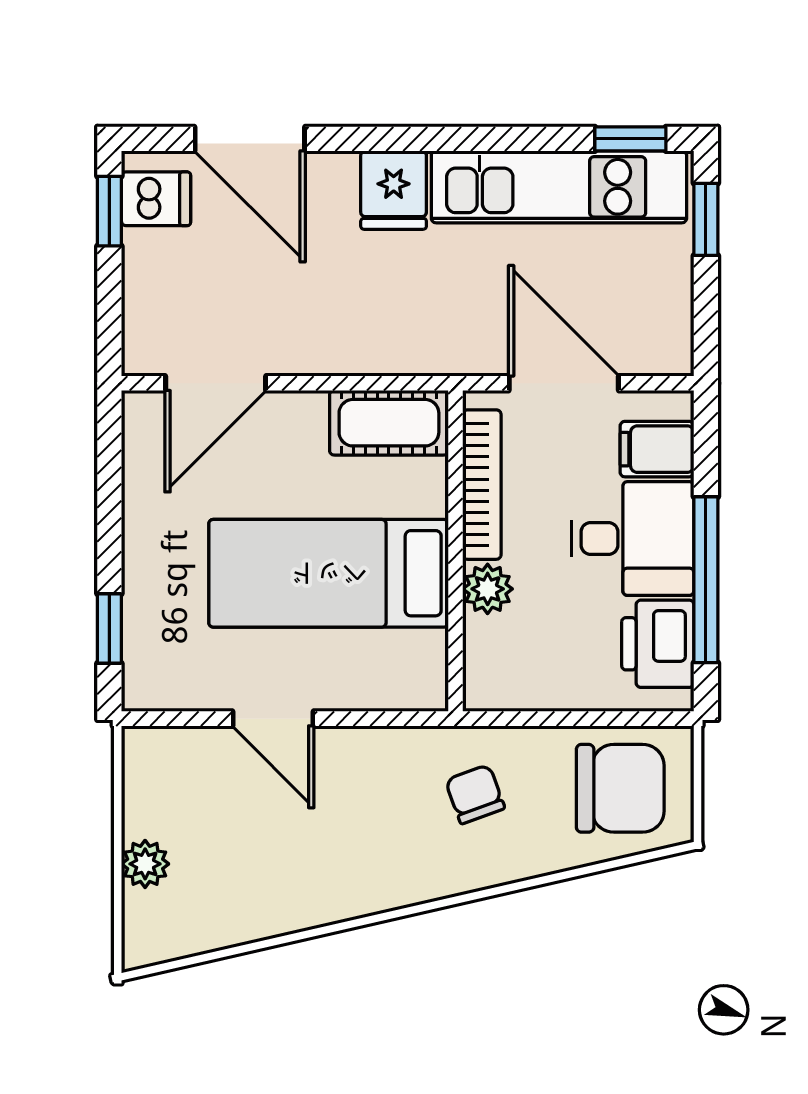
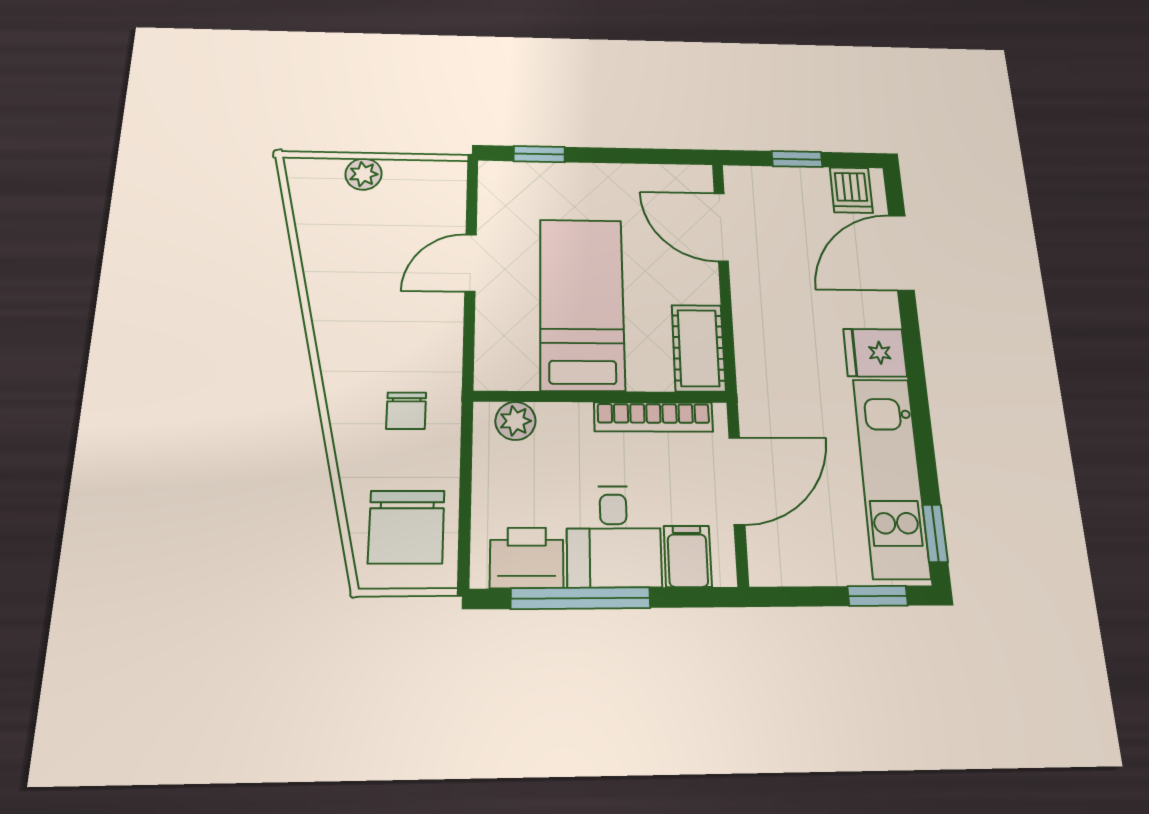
window: (109, 211) -> (797, 159), moved
plant: (488, 589) -> (515, 421), moved
chair: (475, 794) -> (406, 411), turned 110

